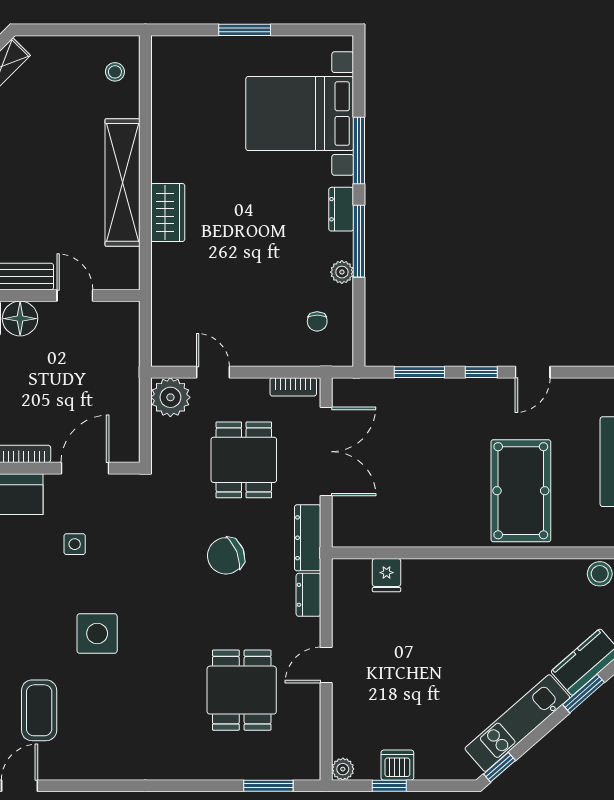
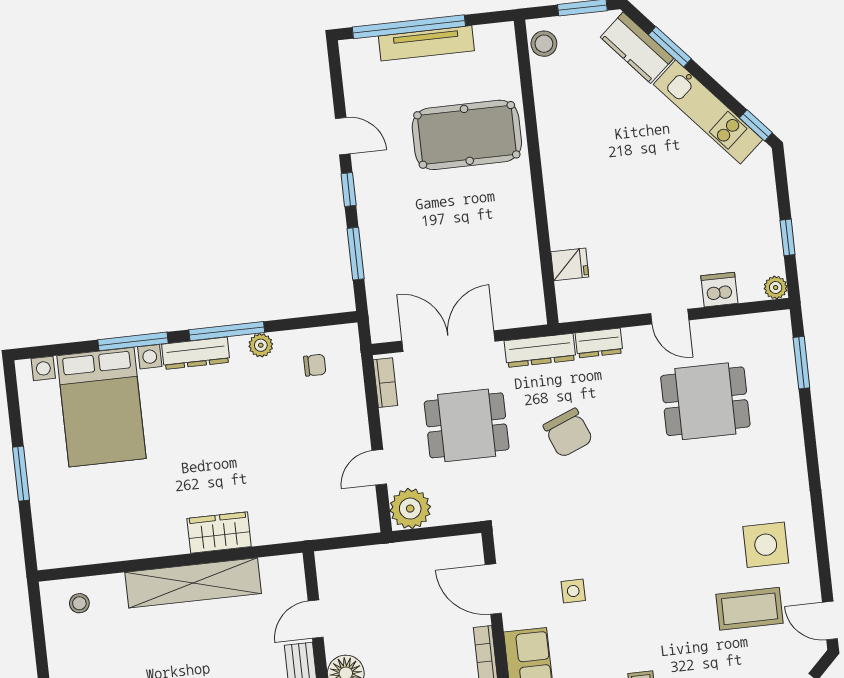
dresser: (341, 209) -> (196, 353), width x1.44
side table: (97, 633) -> (766, 545), moved
dishwasher: (397, 765) -> (719, 290), moved, turned 90

